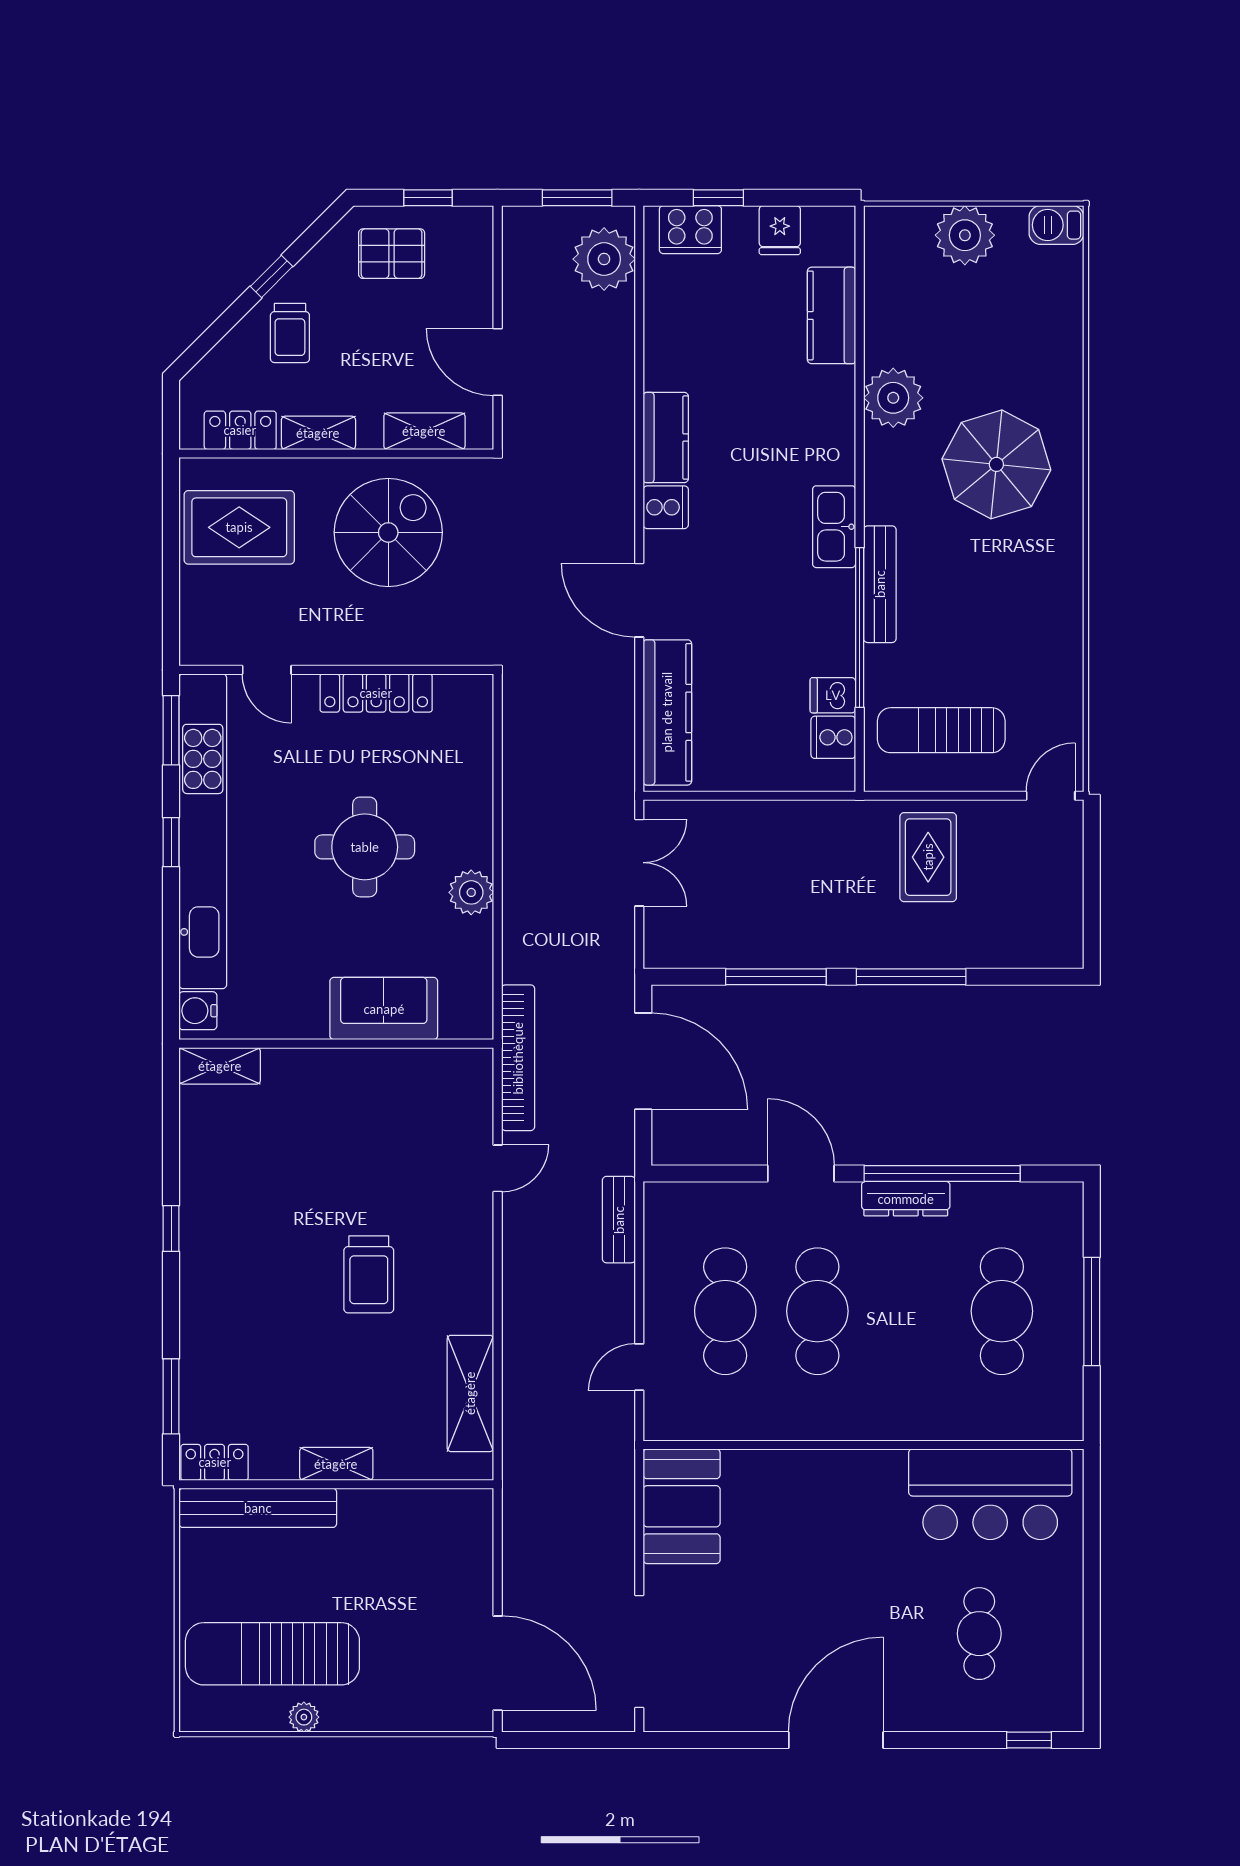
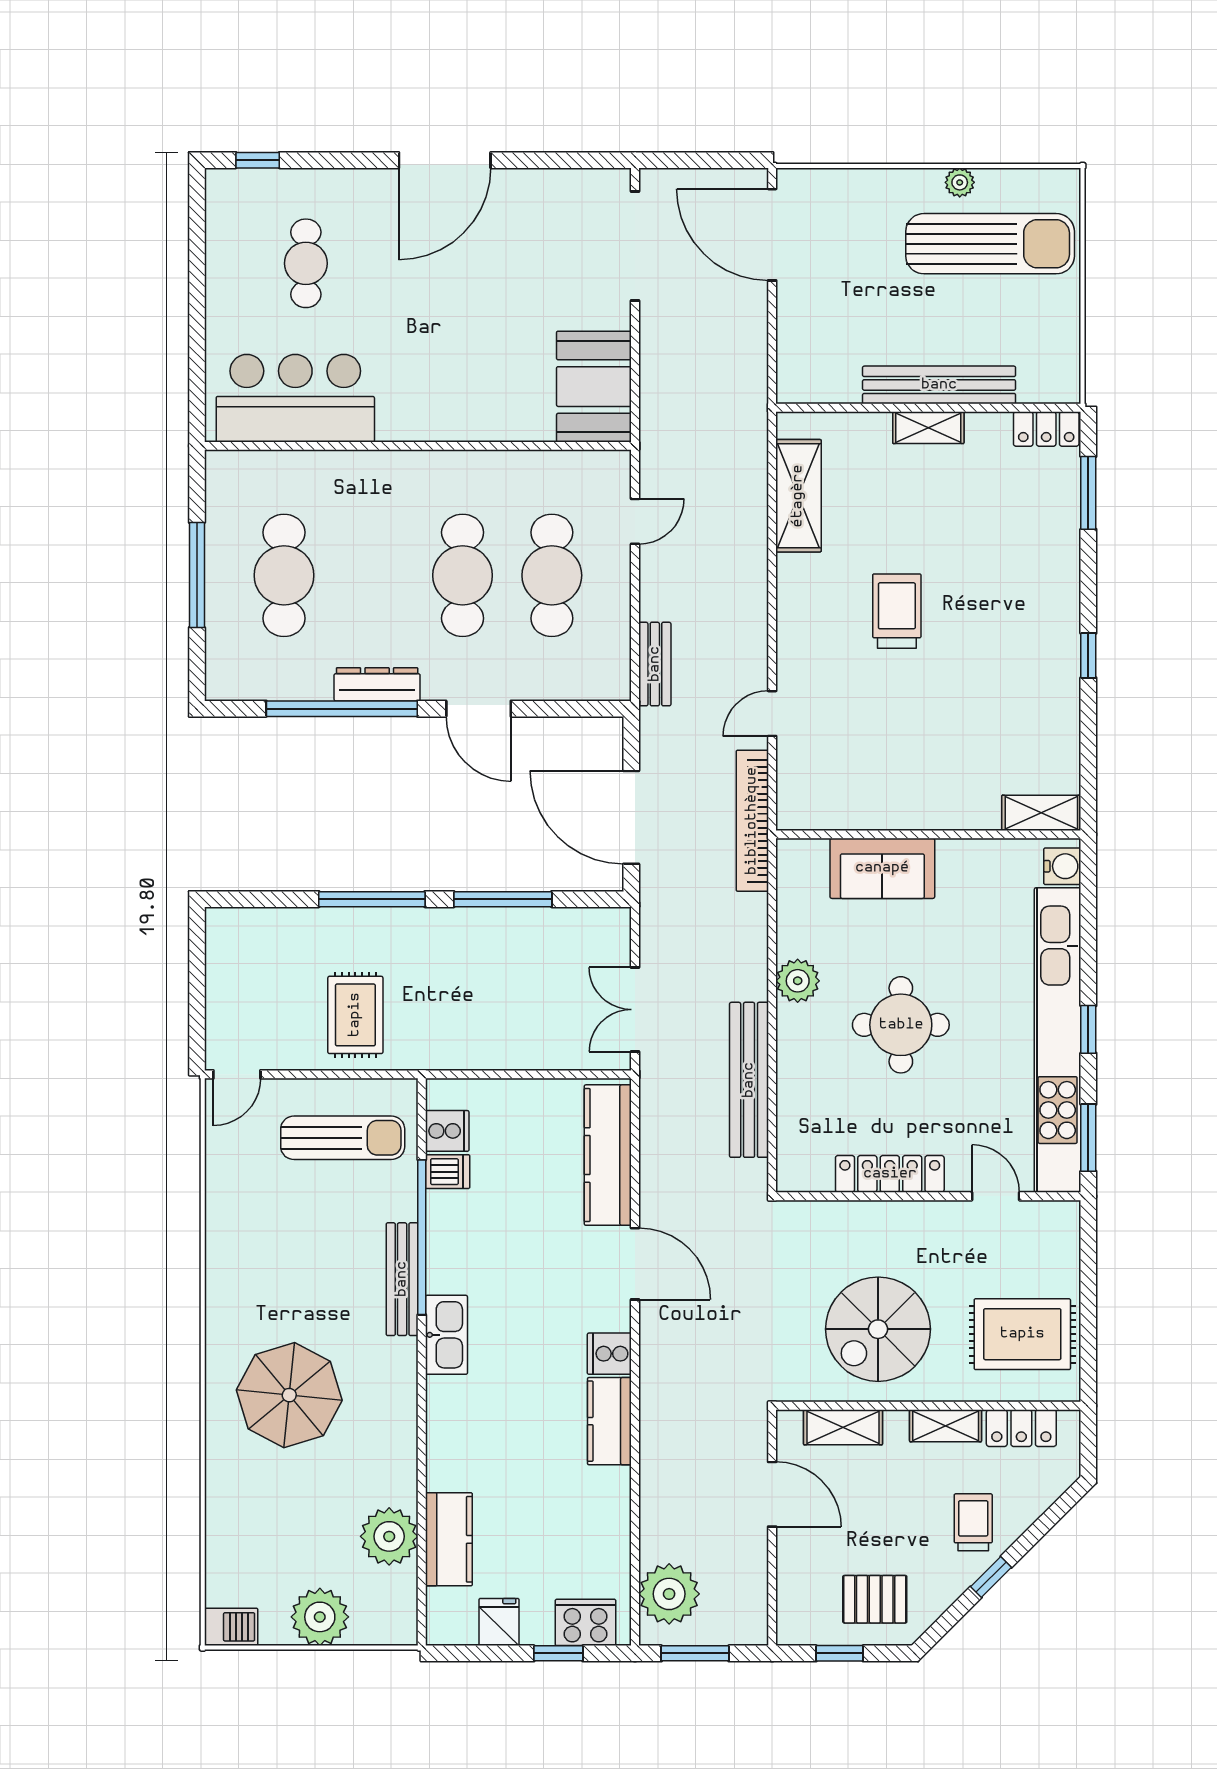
plant: (893, 398) -> (389, 1536), moved
bench: (521, 790) -> (749, 1080), added
bench: (258, 1508) -> (939, 385), moved

